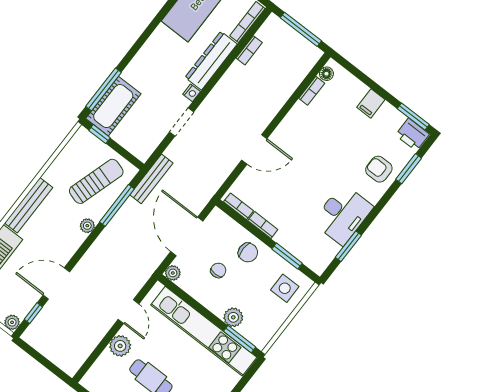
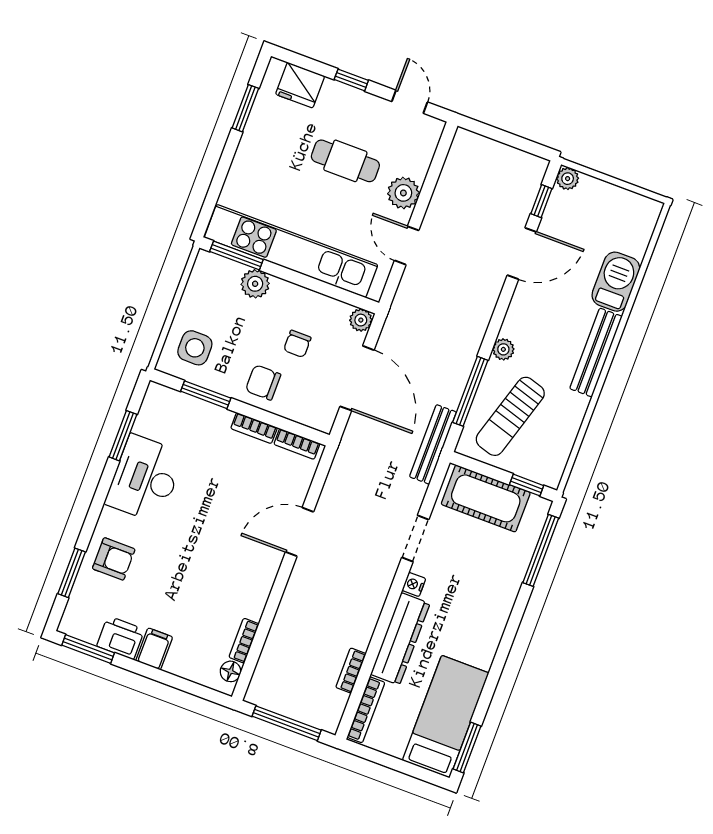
cot: (113, 106) -> (486, 498), moved, turned 90
printer: (412, 135) -> (121, 638), moved

